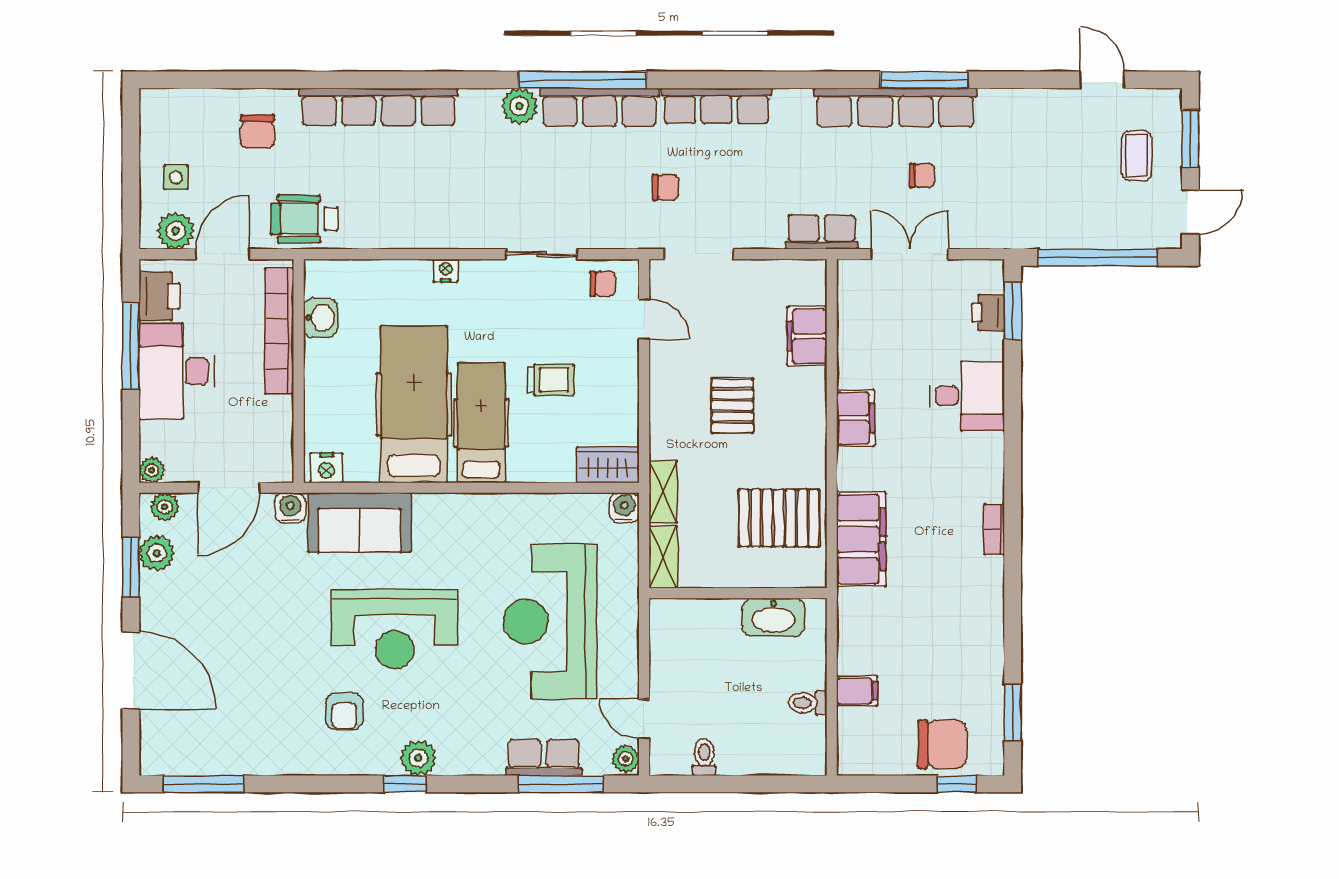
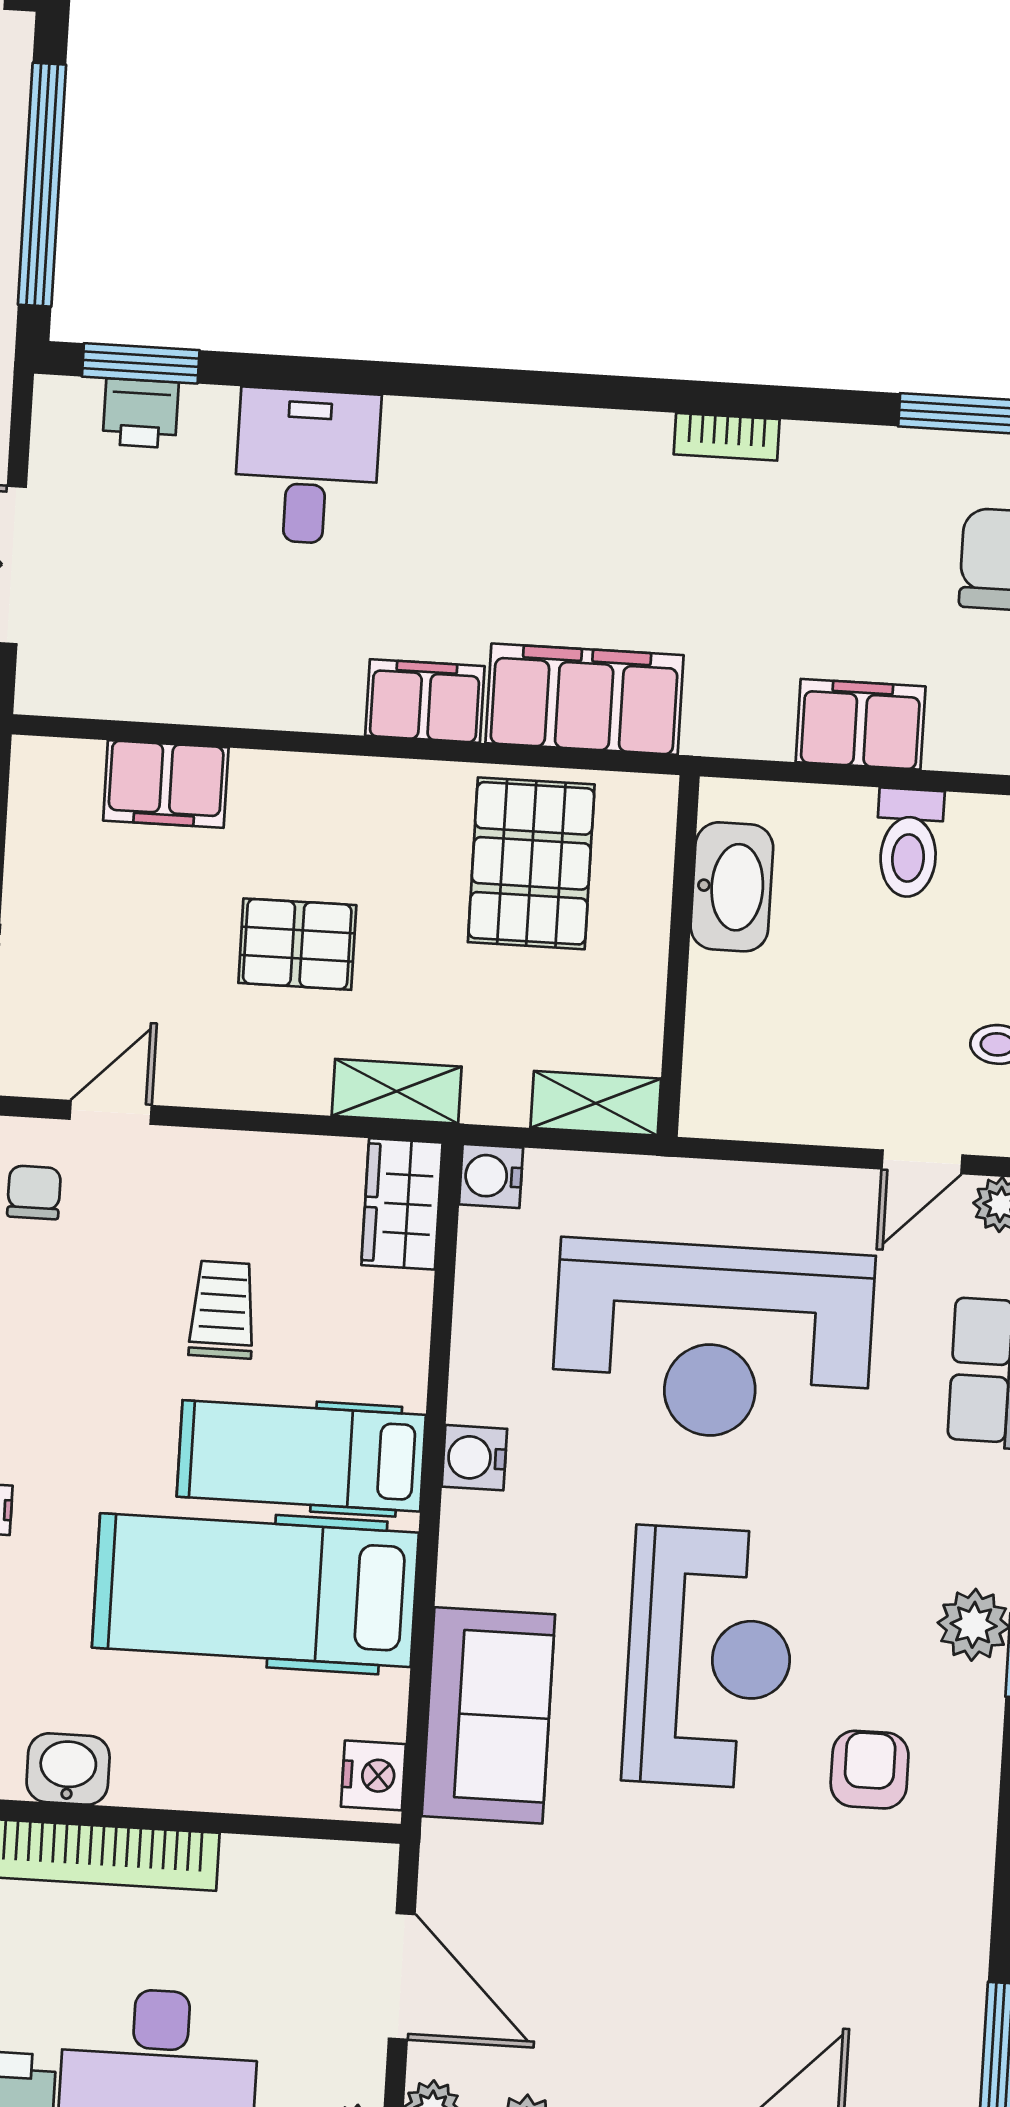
filing cabinet: (855, 418) -> (425, 701), moved
shelving: (663, 492) -> (397, 1091), moved
water cooler: (290, 508) -> (474, 1458), moved
bookcase: (994, 529) -> (727, 437), moved
filing cabinet: (857, 691) -> (861, 724), width x2.00
toilet: (808, 703) -> (909, 843), width x1.37, depth x1.39
armchair: (344, 711) -> (870, 1770), turned -90

